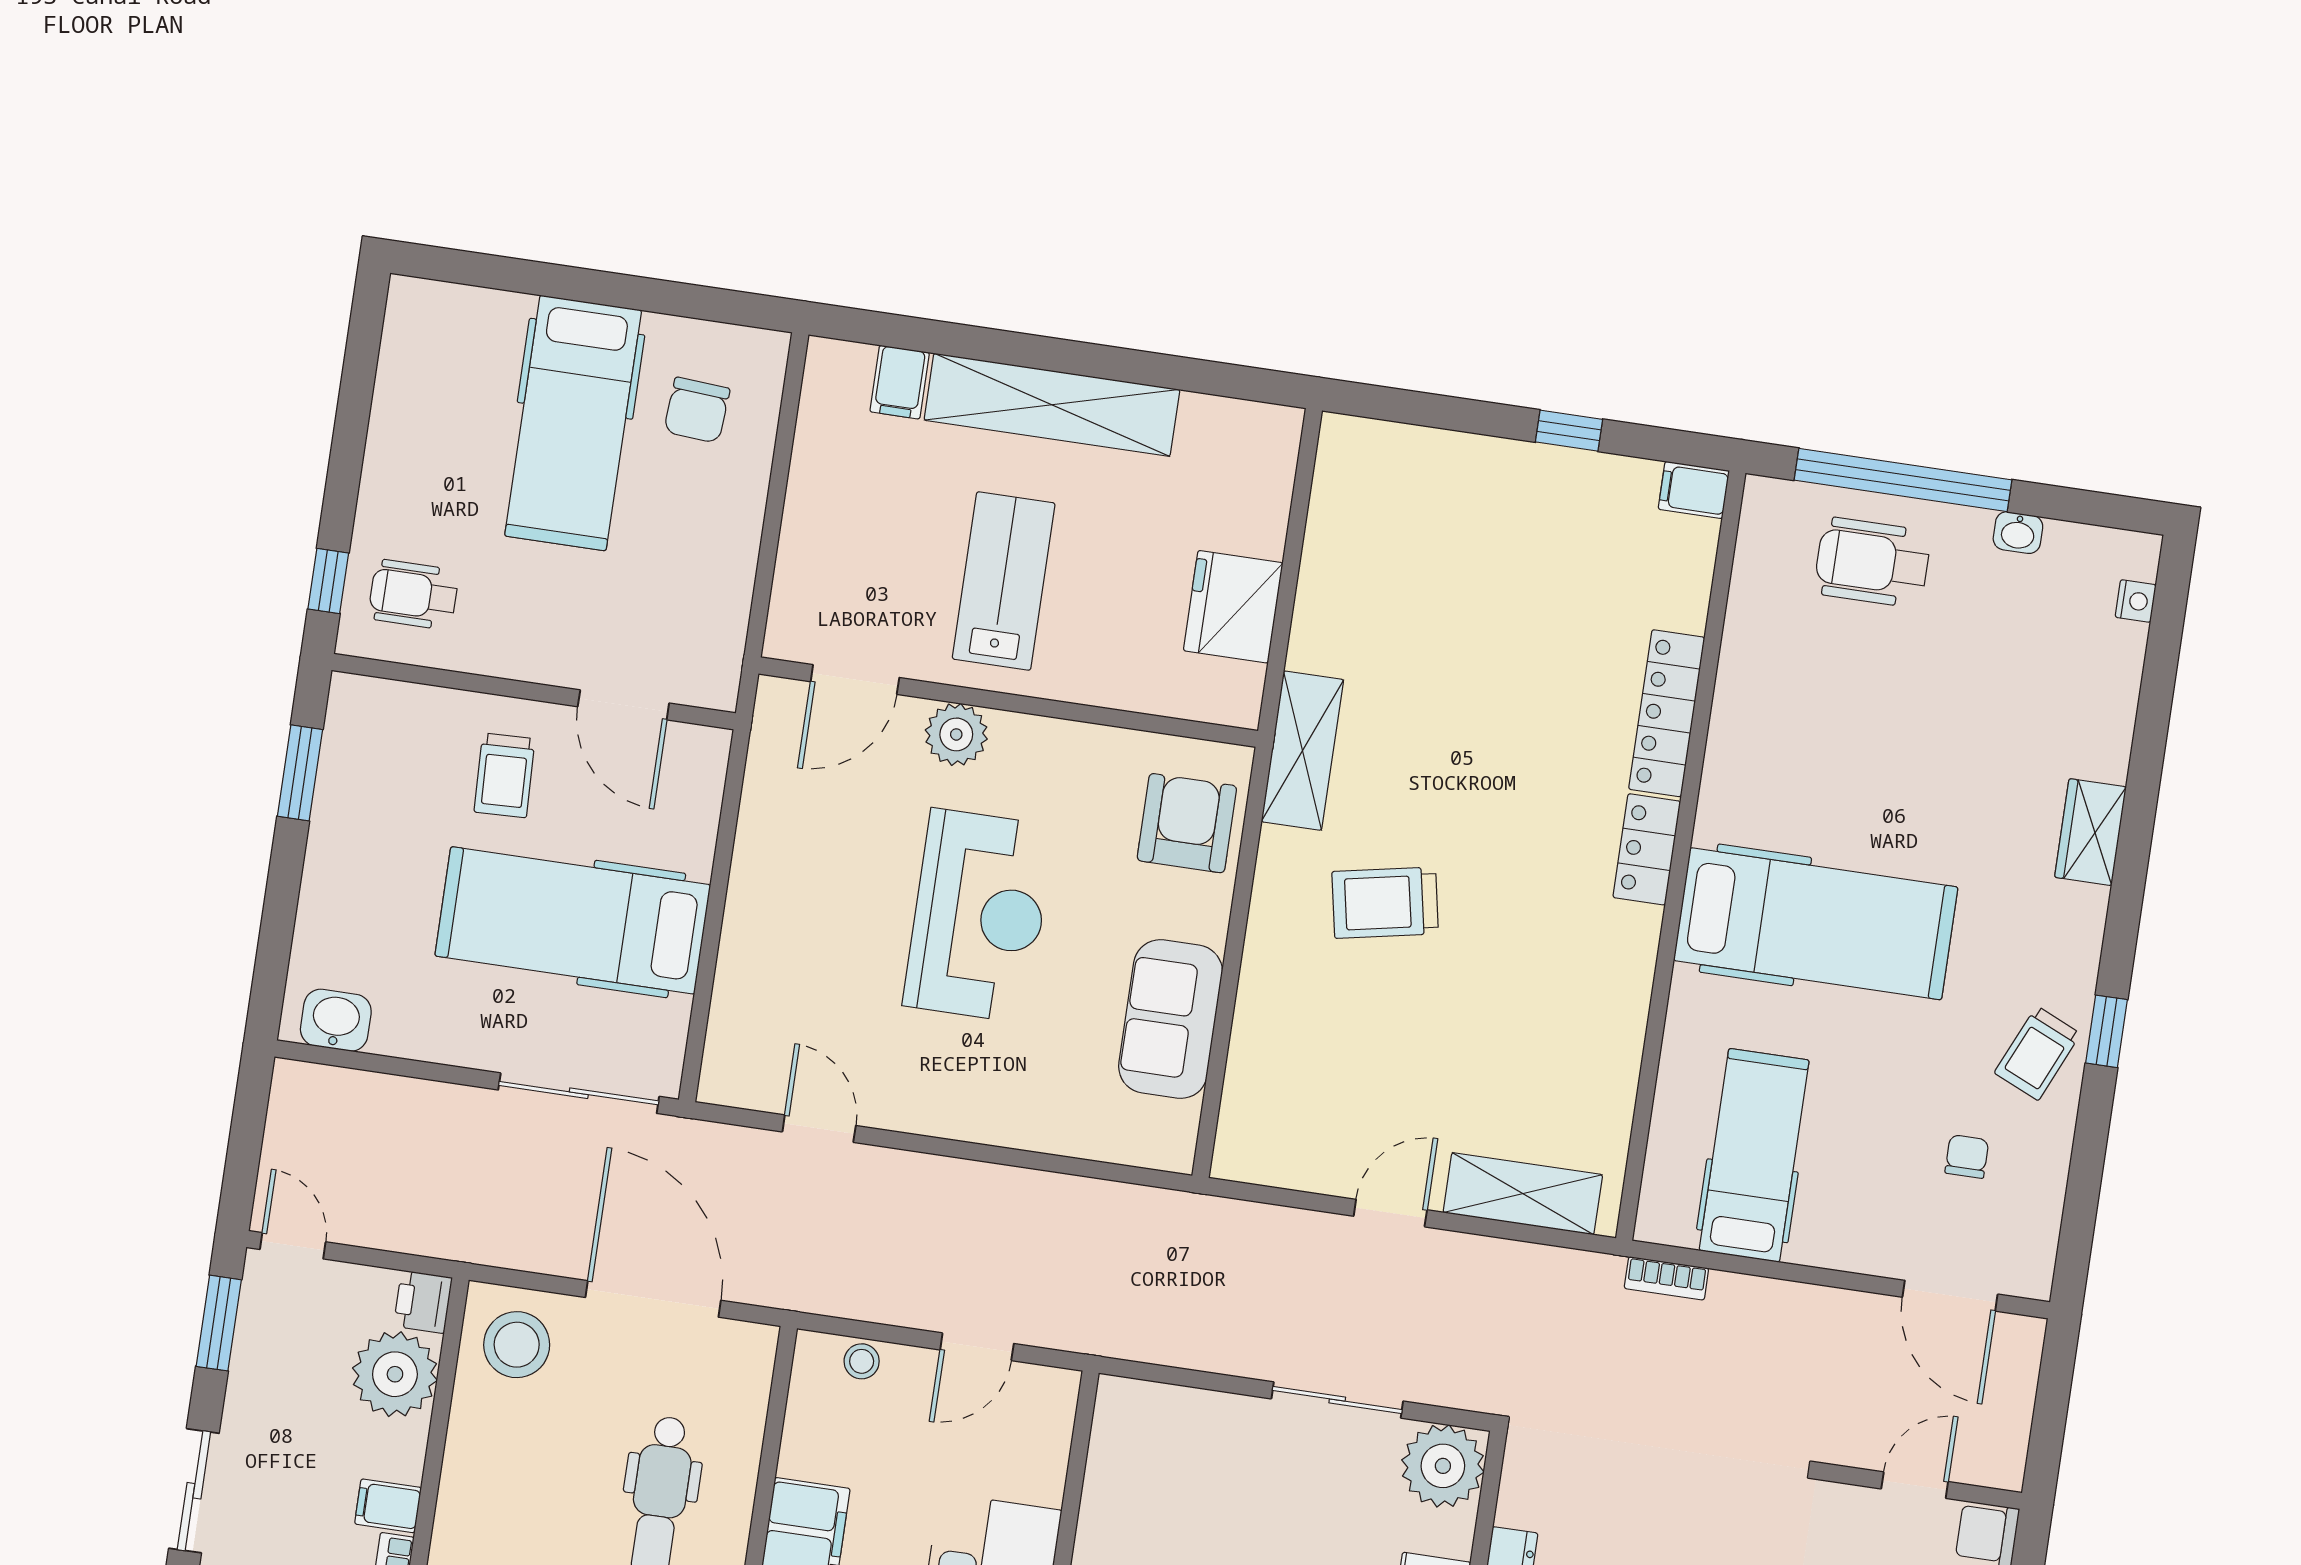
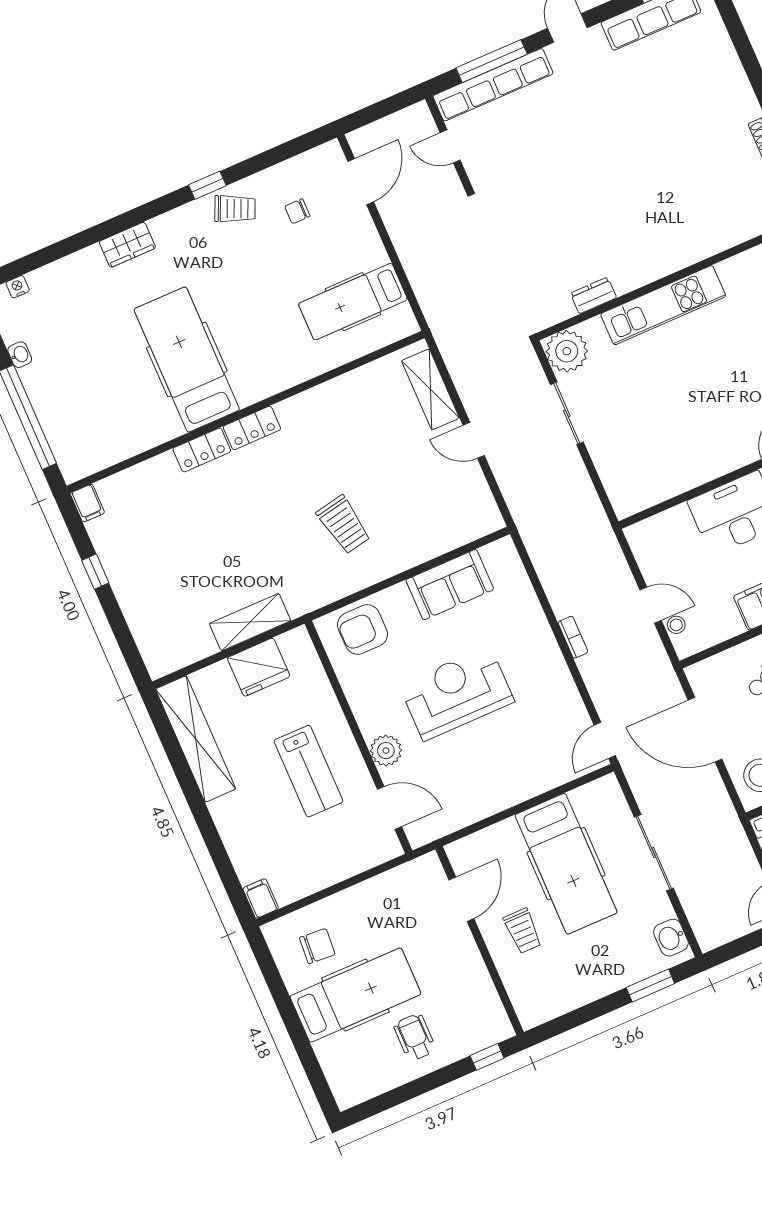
filing cabinet: (900, 382) -> (261, 898), moved, turned -90
shelving: (1052, 405) -> (196, 739), moved
wheelchair: (1872, 562) -> (71, 408), removed
lab bench: (1004, 581) -> (308, 771), turned -90
wheelchair: (413, 595) -> (415, 1037), moved, turned 180
locker: (1667, 713) -> (202, 450), width x0.66
shelving: (1302, 751) -> (250, 622), moved
window: (300, 773) -> (650, 986), moved
trolley: (505, 775) -> (523, 931), turned 92
hospital bed: (1816, 924) -> (187, 359), moved
sliding door: (579, 1093) -> (654, 853), moved
door: (819, 1129) -> (605, 740), moved
bookcase: (1666, 1278) -> (573, 637), moved
door: (653, 1299) -> (705, 730), hinge flipped
door: (977, 1347) -> (651, 605), moved

